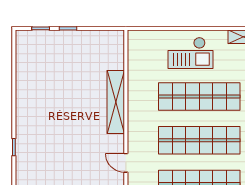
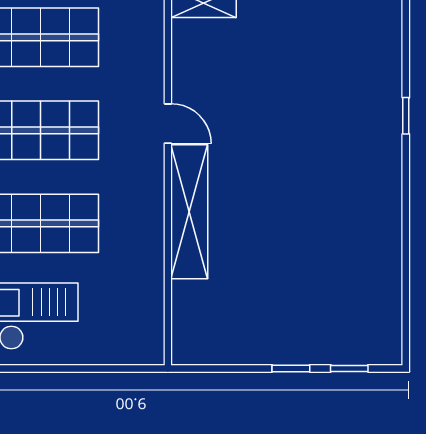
door: (126, 163) -> (168, 124), moved

